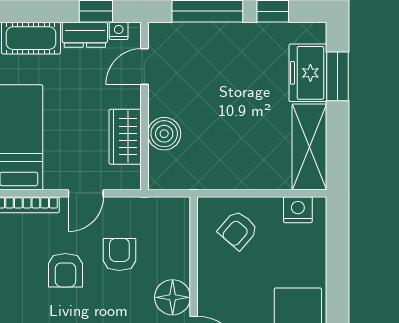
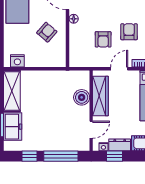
wardrobe: (125, 137) -> (100, 96), width x1.50
armchair: (238, 230) -> (47, 32), moved
floor lamp: (173, 297) -> (74, 19), width x0.53, depth x0.53

